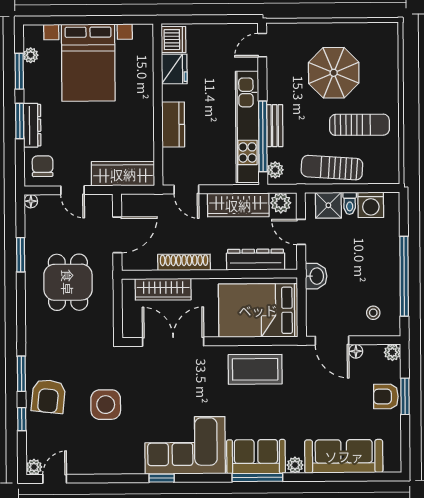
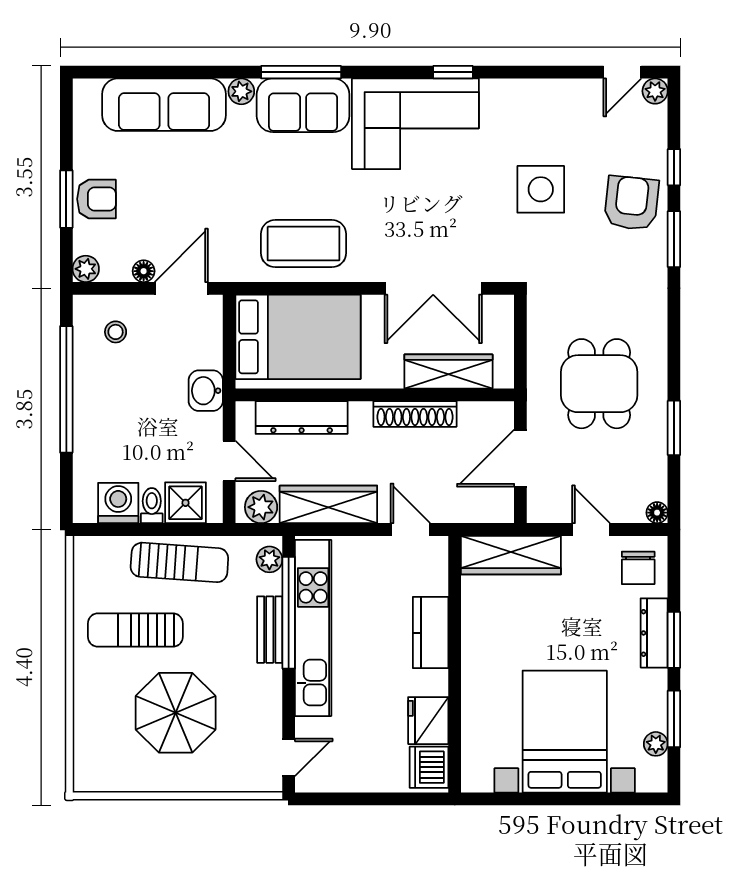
door: (332, 341) -> (181, 288), hinge flipped

